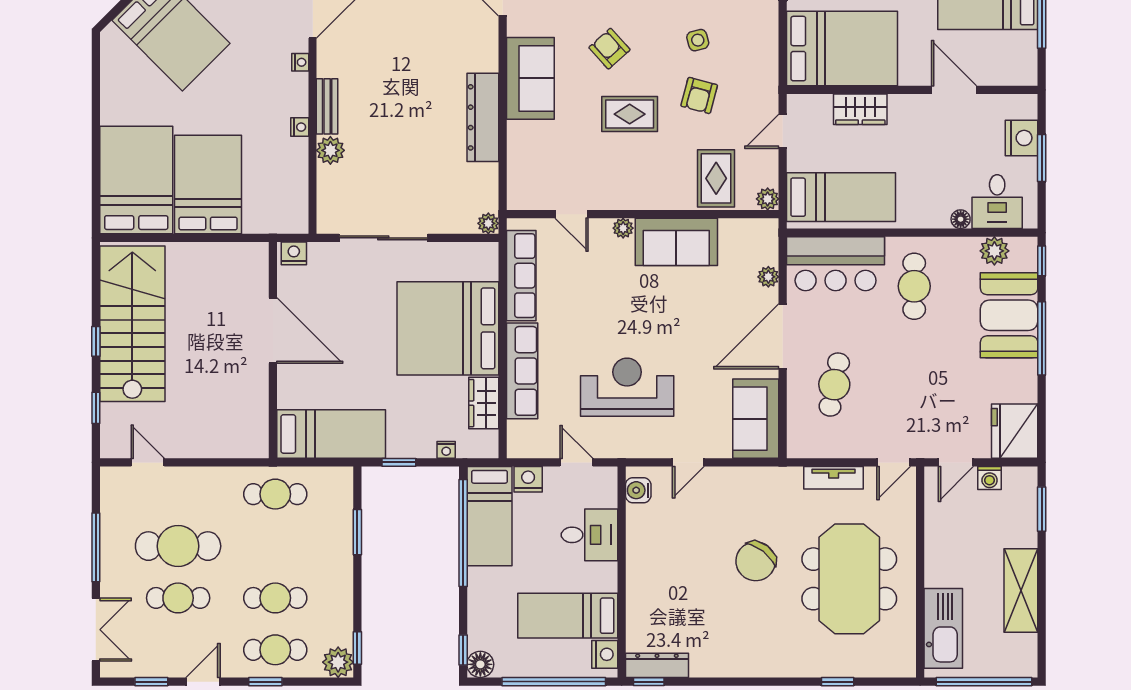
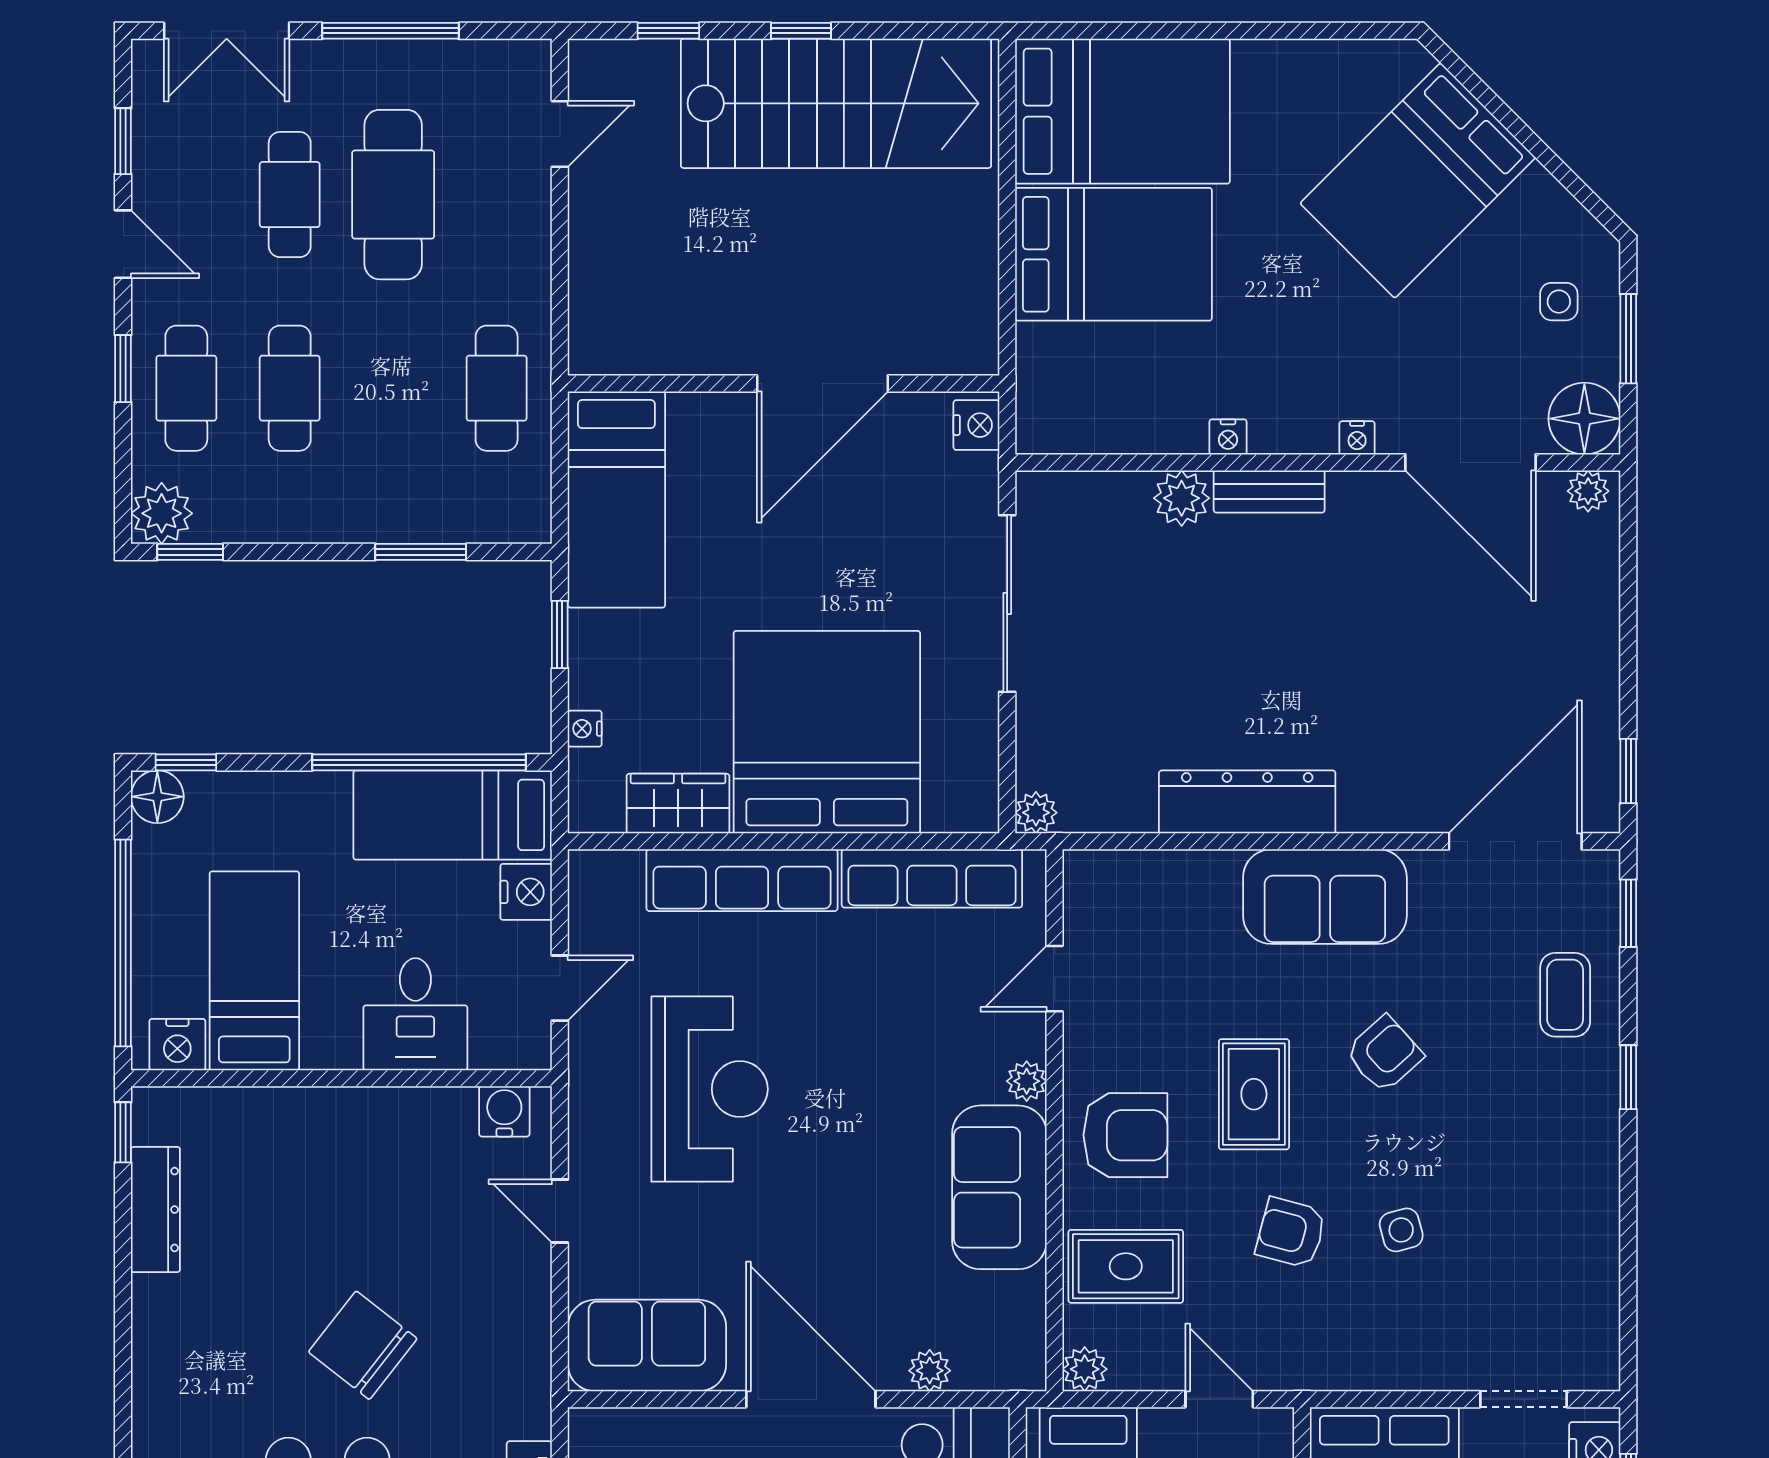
armchair: (650, 179) -> (1125, 1135), added
dresser: (657, 665) -> (155, 1210), moved

